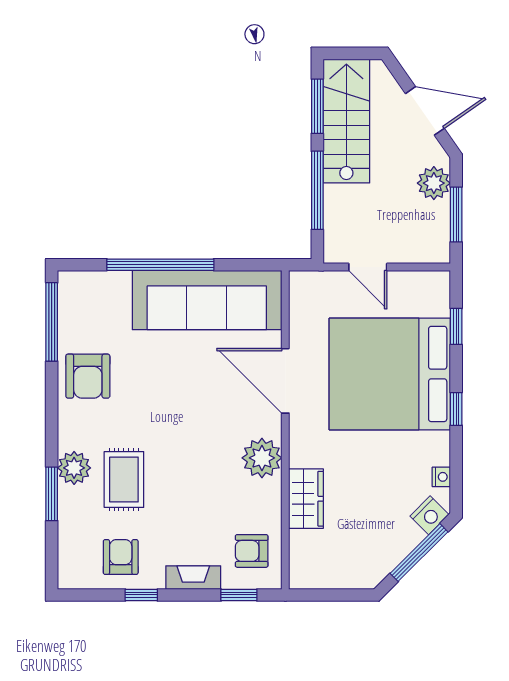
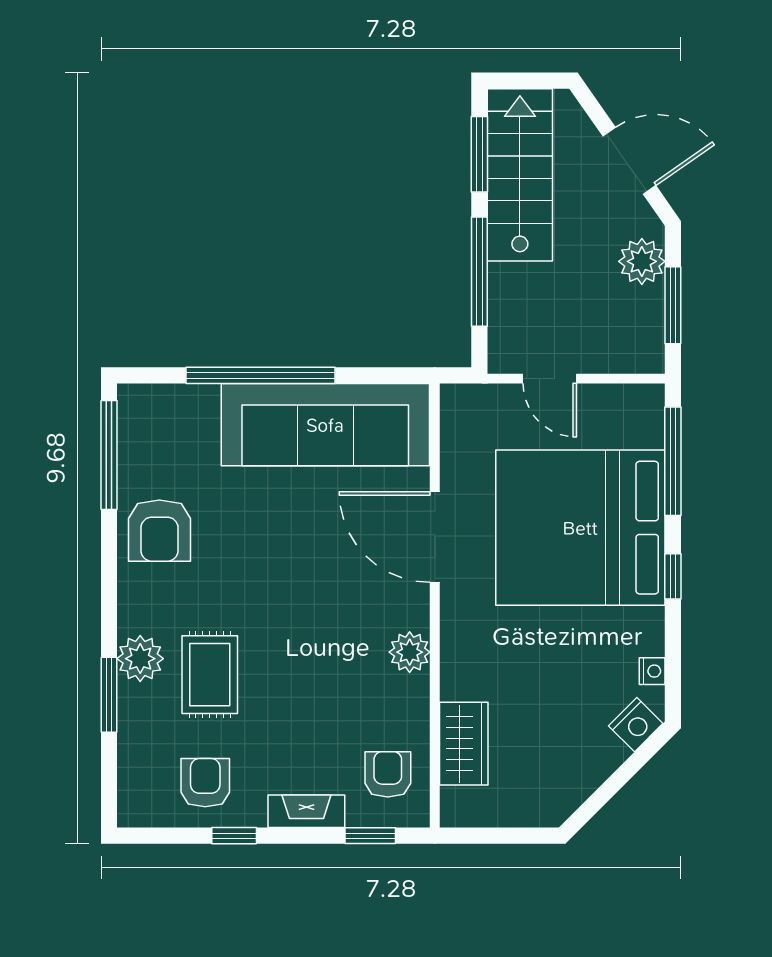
window: (456, 326) -> (673, 461), width x2.17
plant: (262, 458) -> (410, 652), width x0.73, depth x0.73
wardrobe: (306, 499) -> (464, 744), moved
armchair: (252, 551) -> (388, 774), turned 90
window: (419, 553) -> (621, 777), removed

